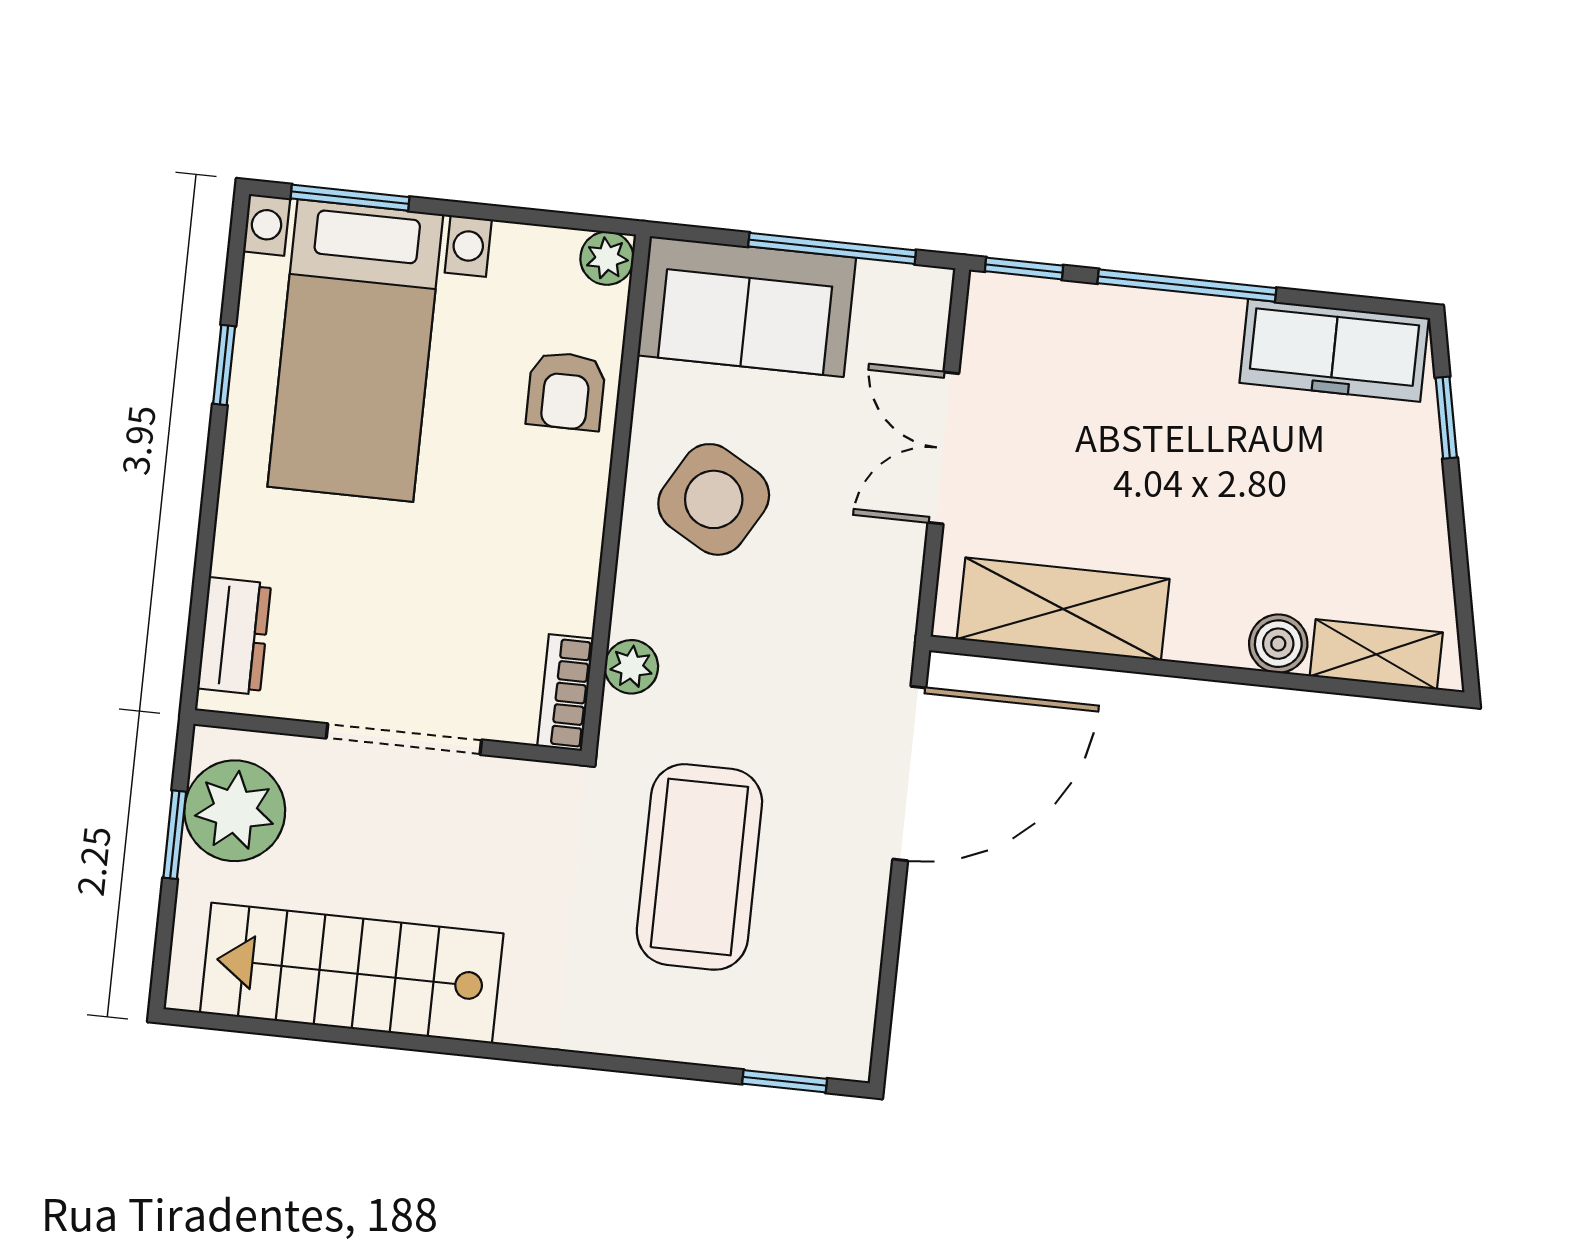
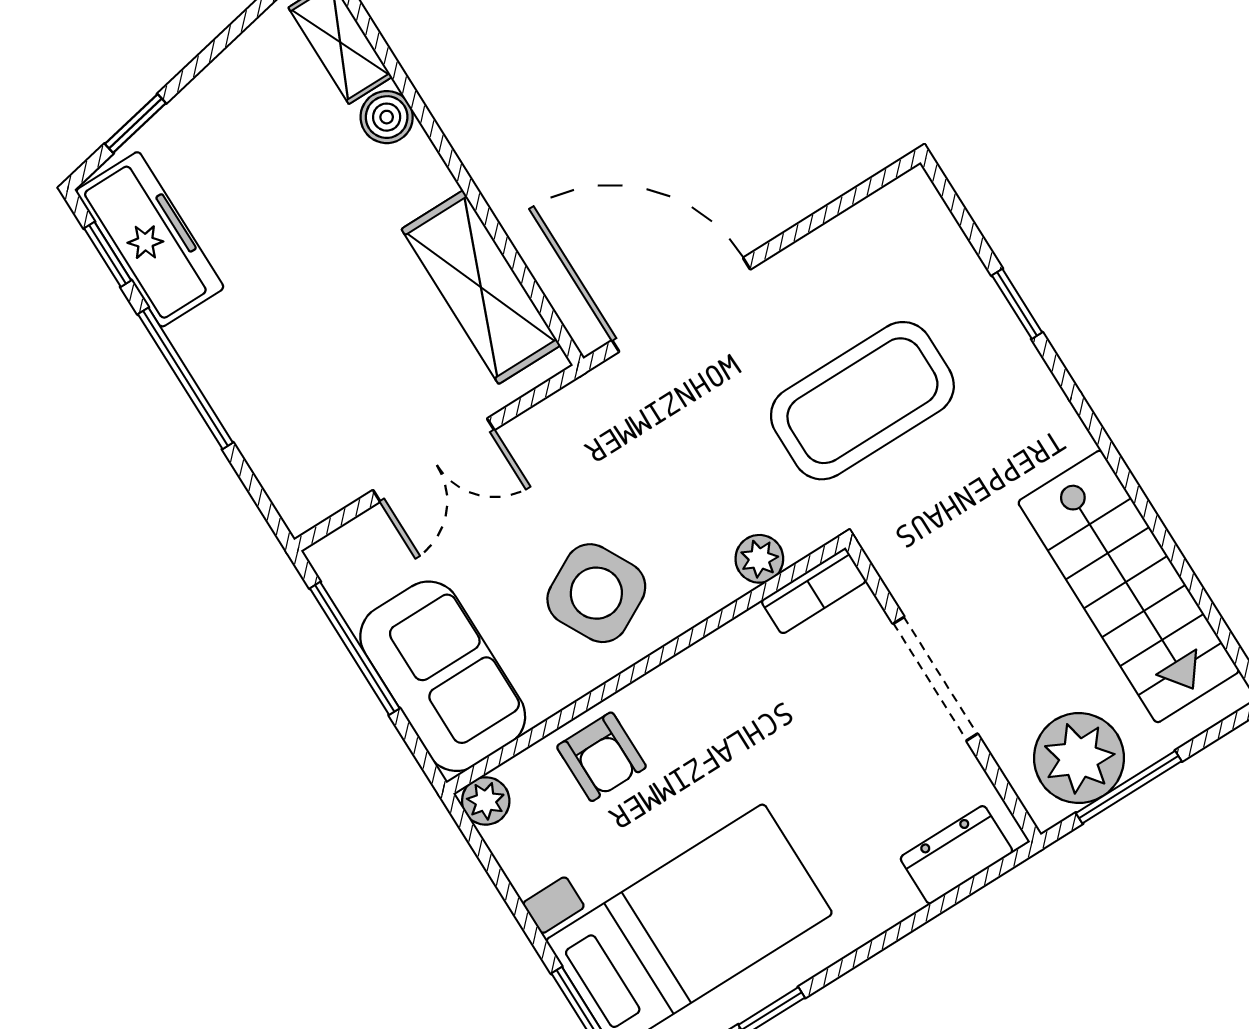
window: (1024, 268) -> (108, 254), moved
armchair: (566, 391) -> (601, 757), turned 90
side table: (714, 499) -> (596, 593), turned 32
window: (175, 835) -> (1129, 787), width x1.50
window: (785, 1081) -> (1017, 304), moved

